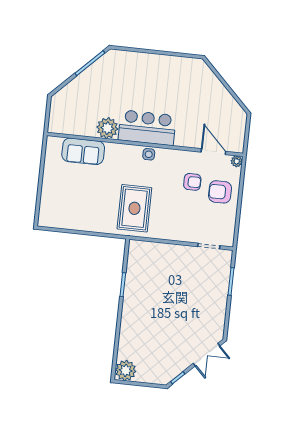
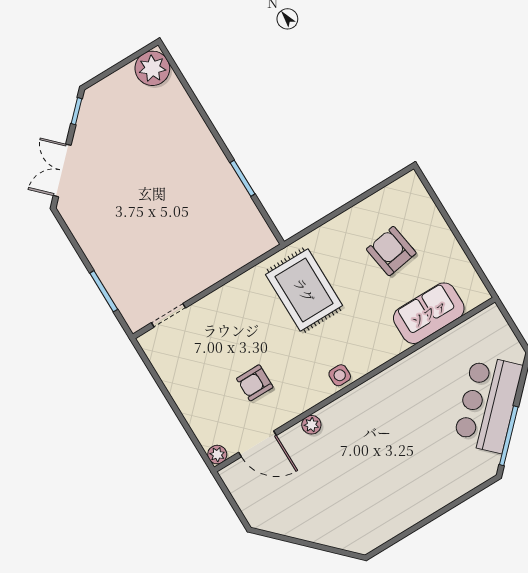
plant: (107, 128) -> (311, 425), moved, width x0.53, depth x0.53
bar counter: (147, 128) -> (488, 404), moved, turned 135
armchair: (220, 192) -> (391, 251), moved, turned -99

